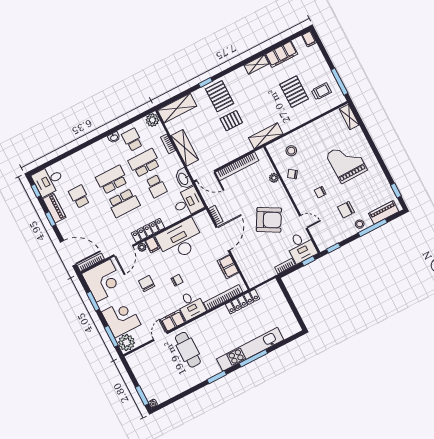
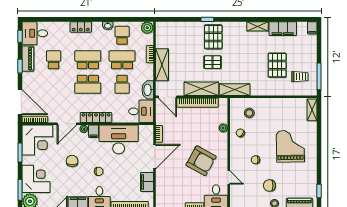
shelving: (177, 108) -> (201, 89), moved
locker: (89, 152) -> (81, 27), added

